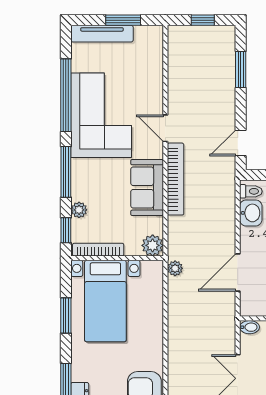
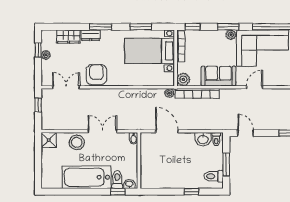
window: (66, 172) -> (228, 27), width x0.69
bookcase: (176, 179) -> (197, 93), moved
plant: (79, 210) -> (231, 35), moved

